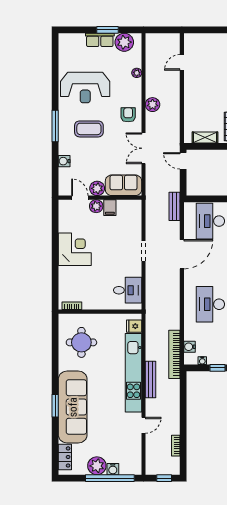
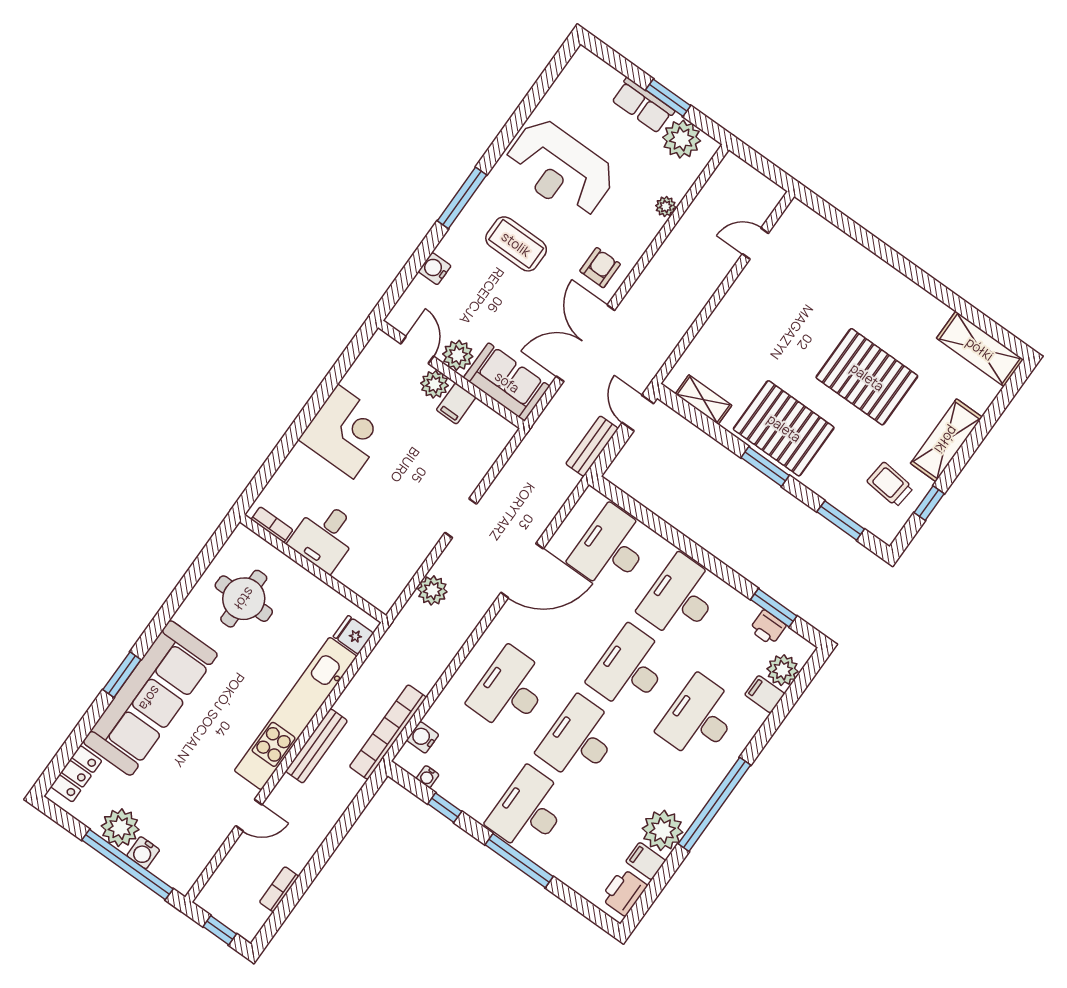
plant: (153, 105) -> (432, 590), moved
double door: (143, 148) -> (586, 343), width x1.37
bench: (175, 206) -> (592, 446), moved
desk: (128, 290) -> (325, 536), moved, turned 90

